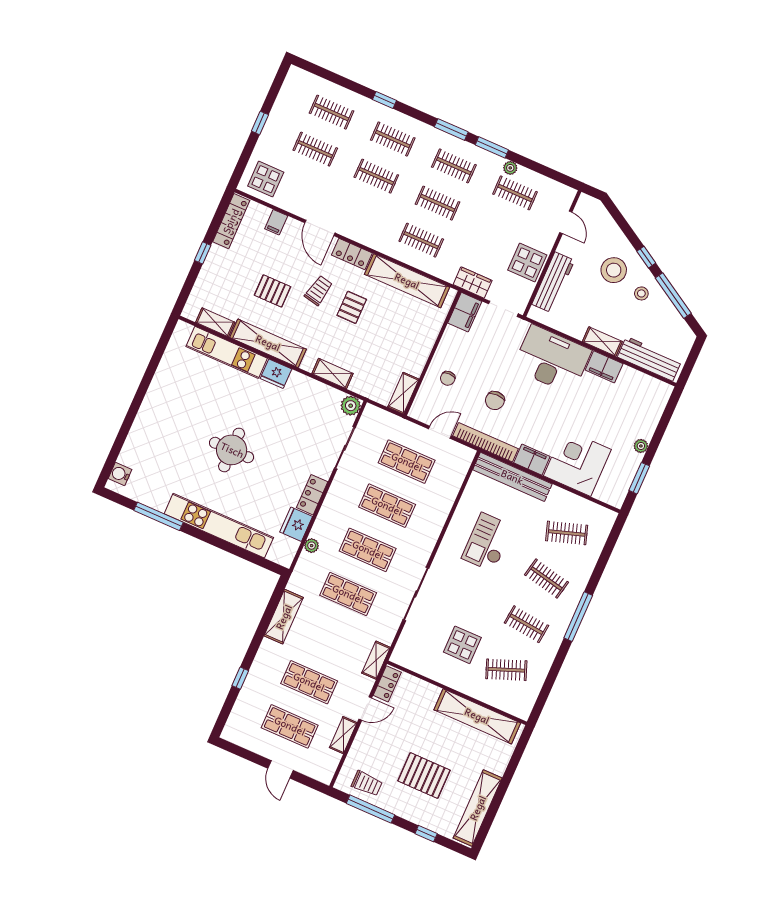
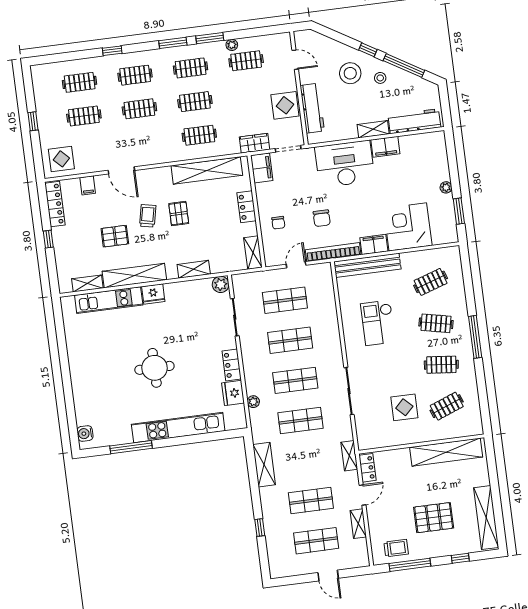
locker: (352, 254) -> (246, 207), moved, turned 90

